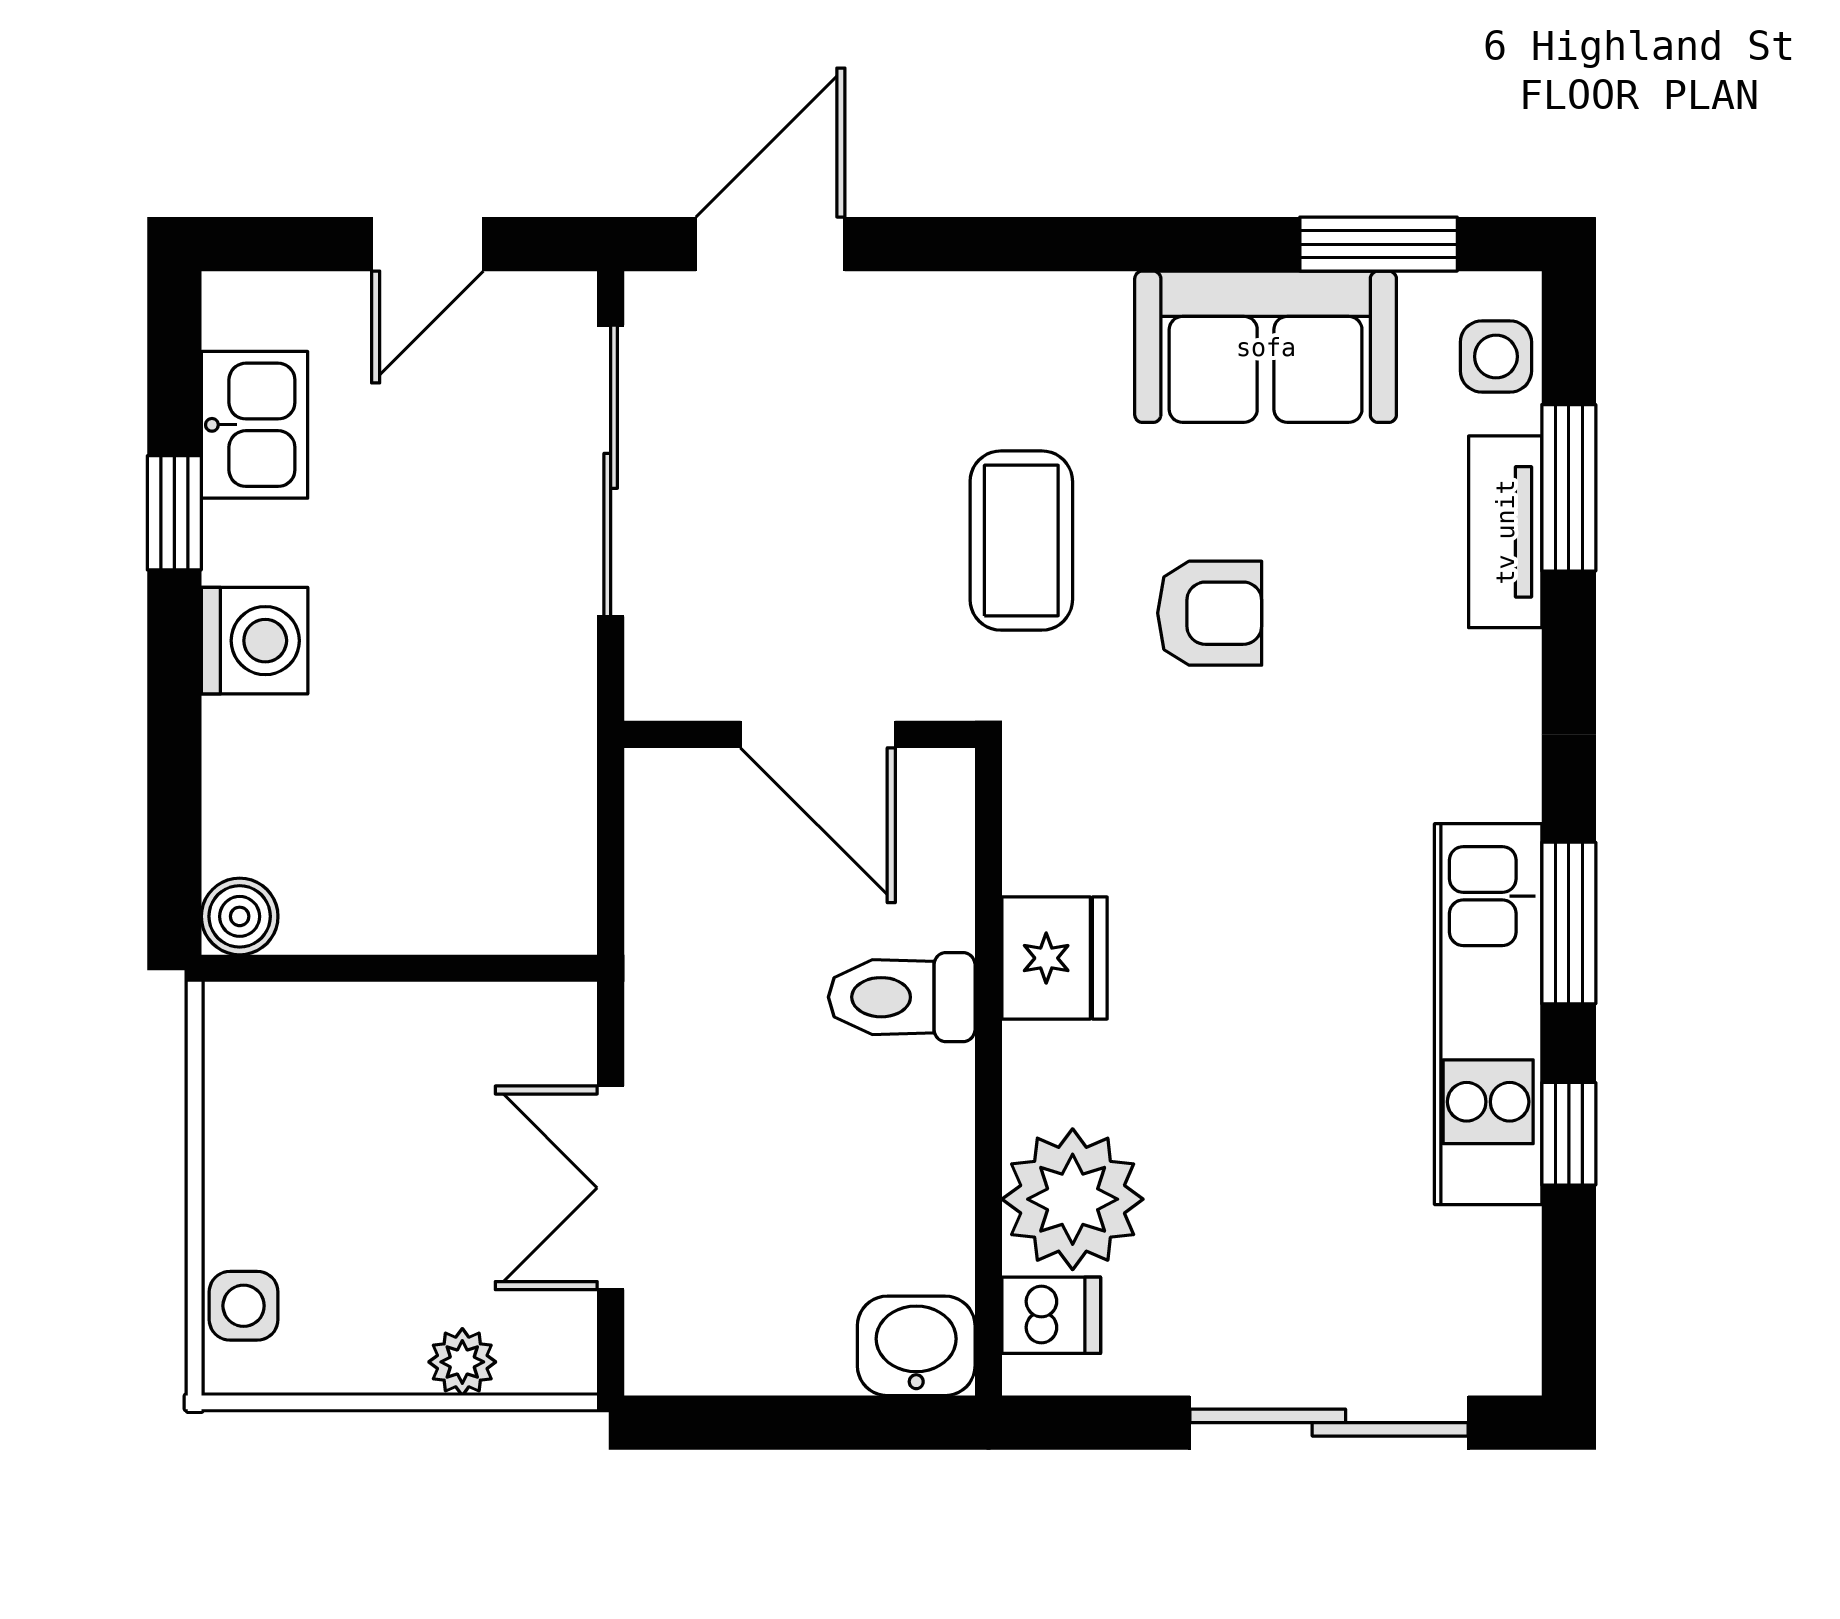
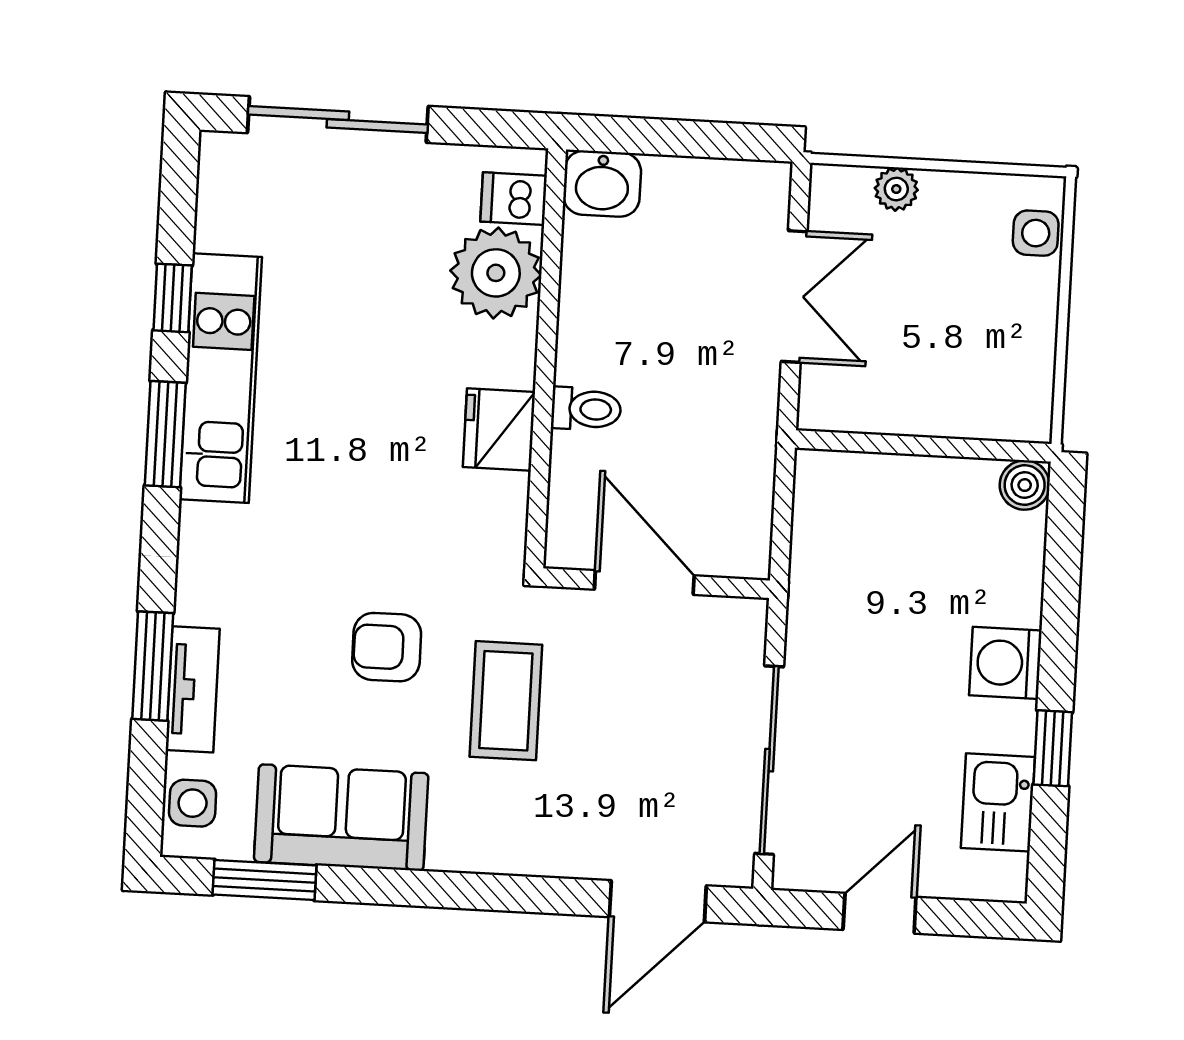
window: (1569, 488) -> (153, 666), moved
toilet: (902, 997) -> (586, 409), width x0.73, depth x0.72

